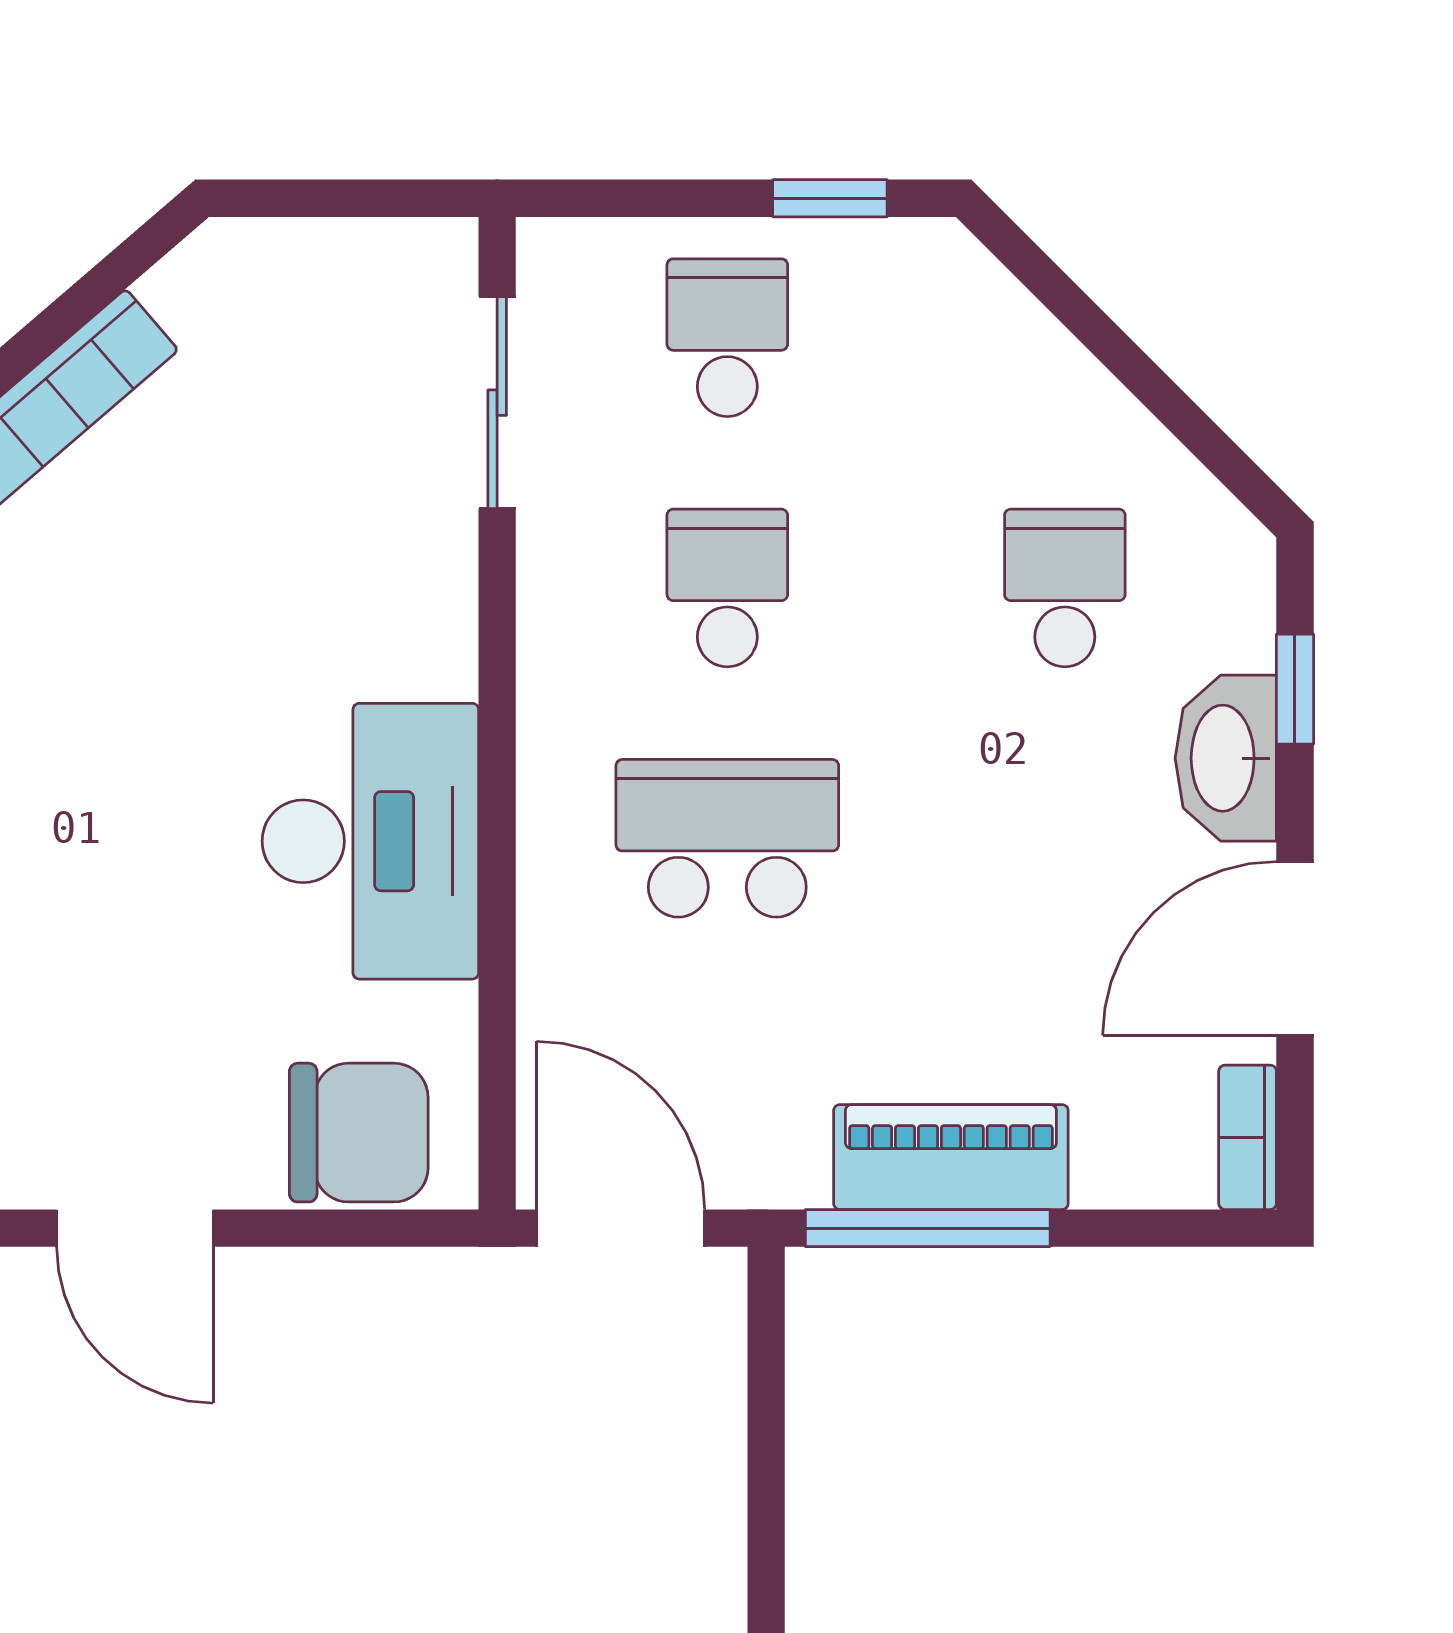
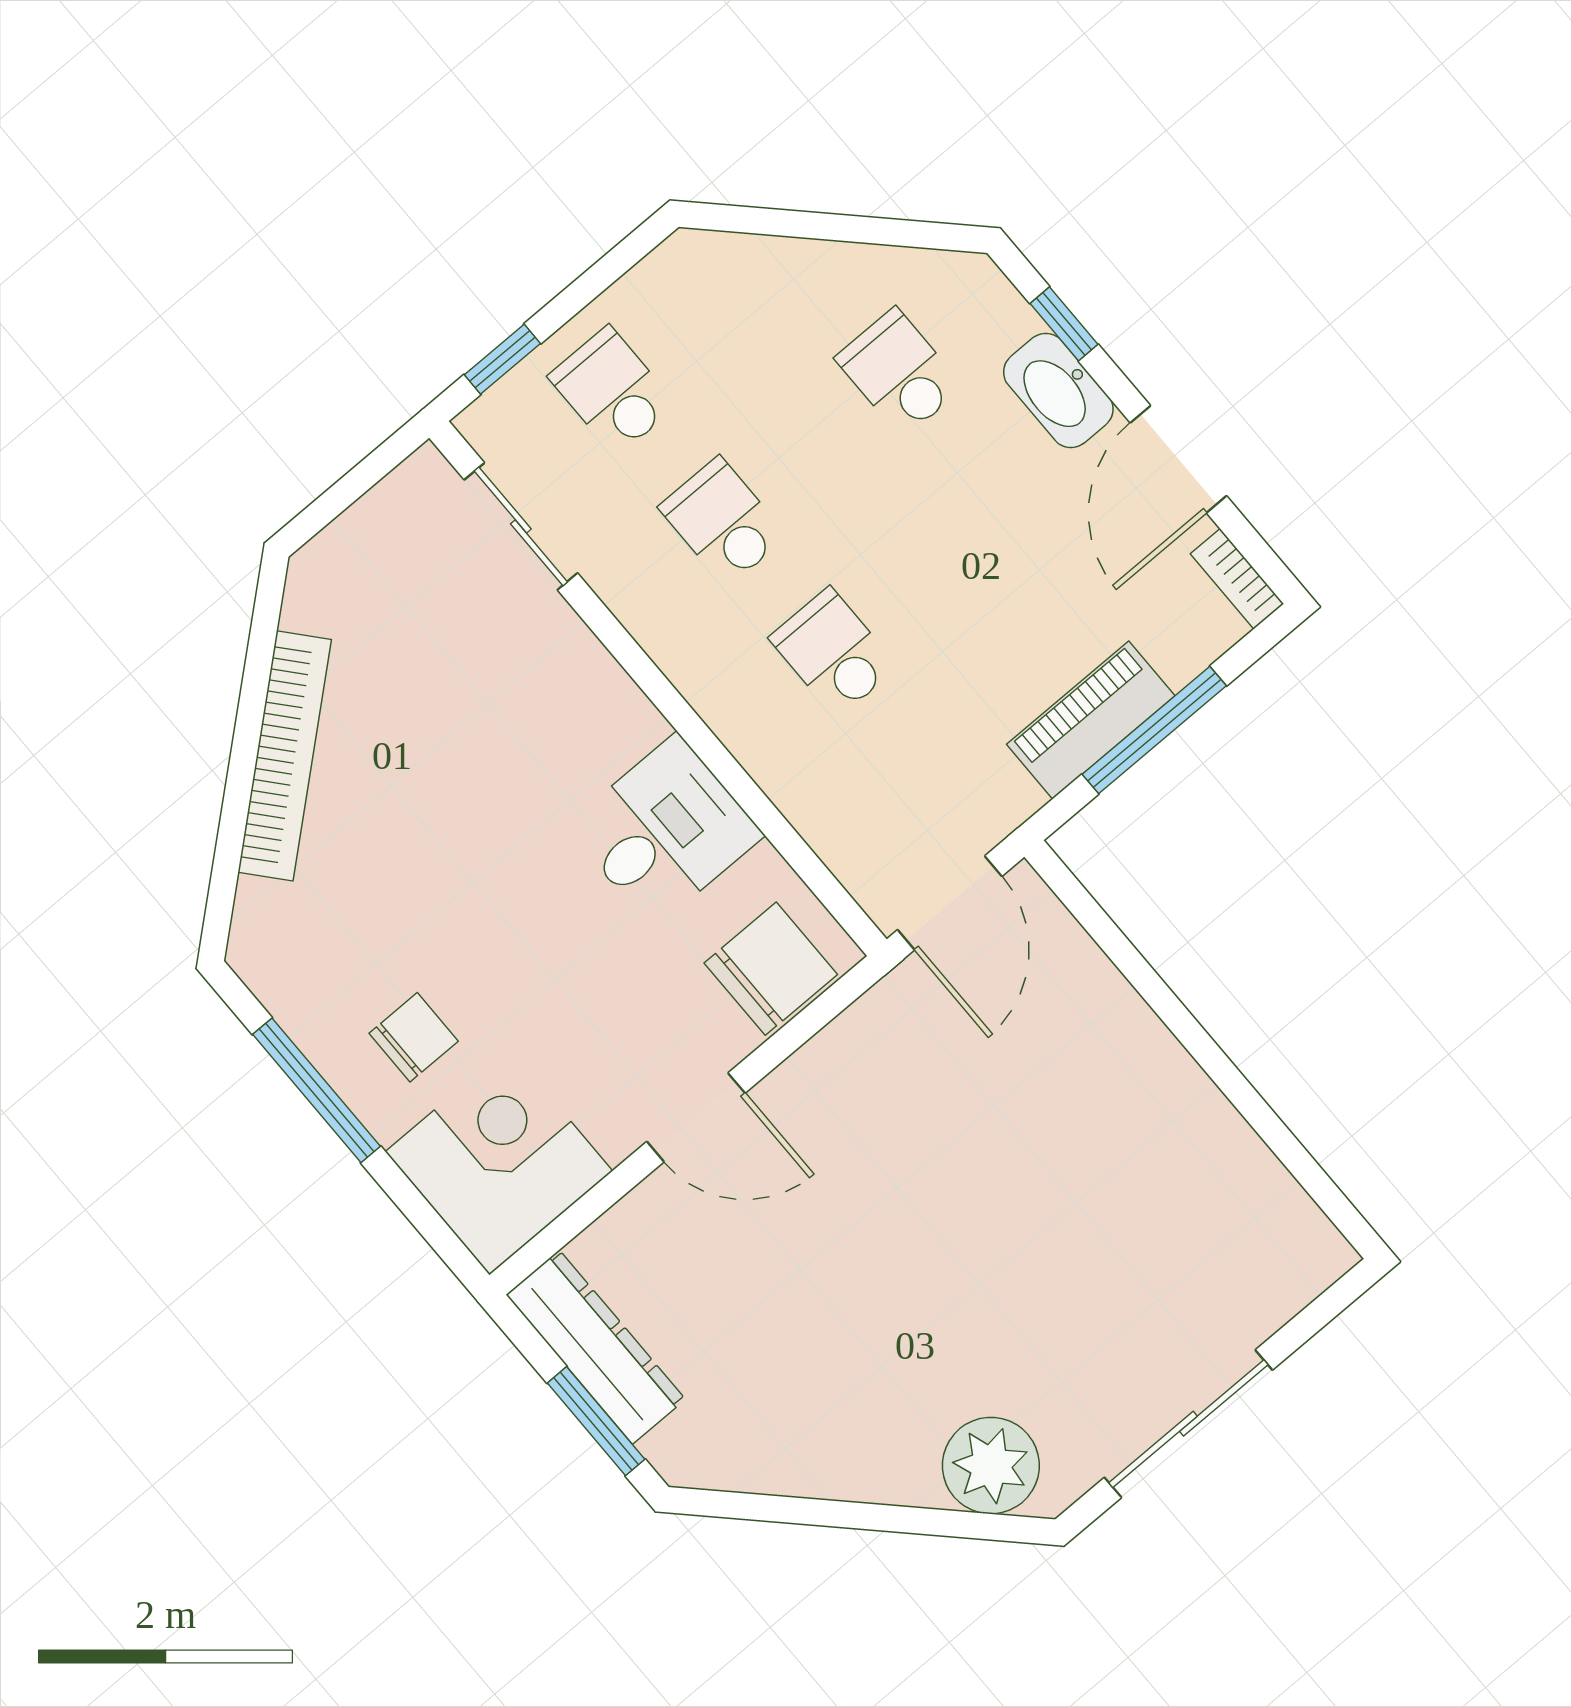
window: (830, 198) -> (502, 359), moved
school desk: (727, 838) -> (833, 652), width x0.54
desk: (370, 841) -> (665, 831), width x0.73
door: (621, 1228) -> (950, 903), swing flipped
window: (928, 1228) -> (1154, 730), moved

